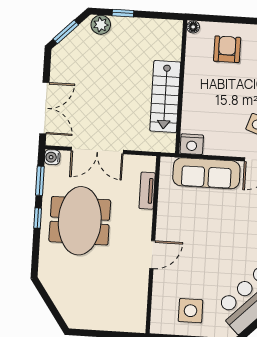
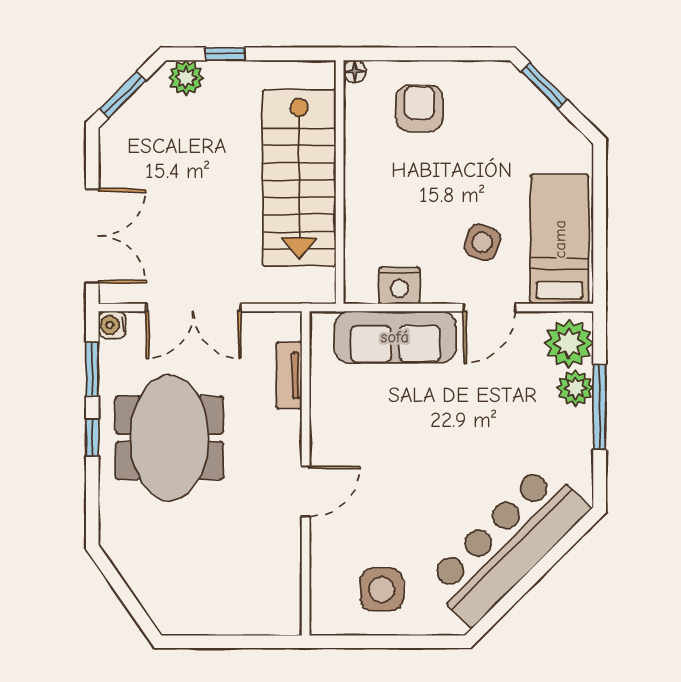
stairs: (165, 96) -> (299, 178), width x1.36, depth x1.51
nightstand: (192, 144) -> (399, 286), moved

